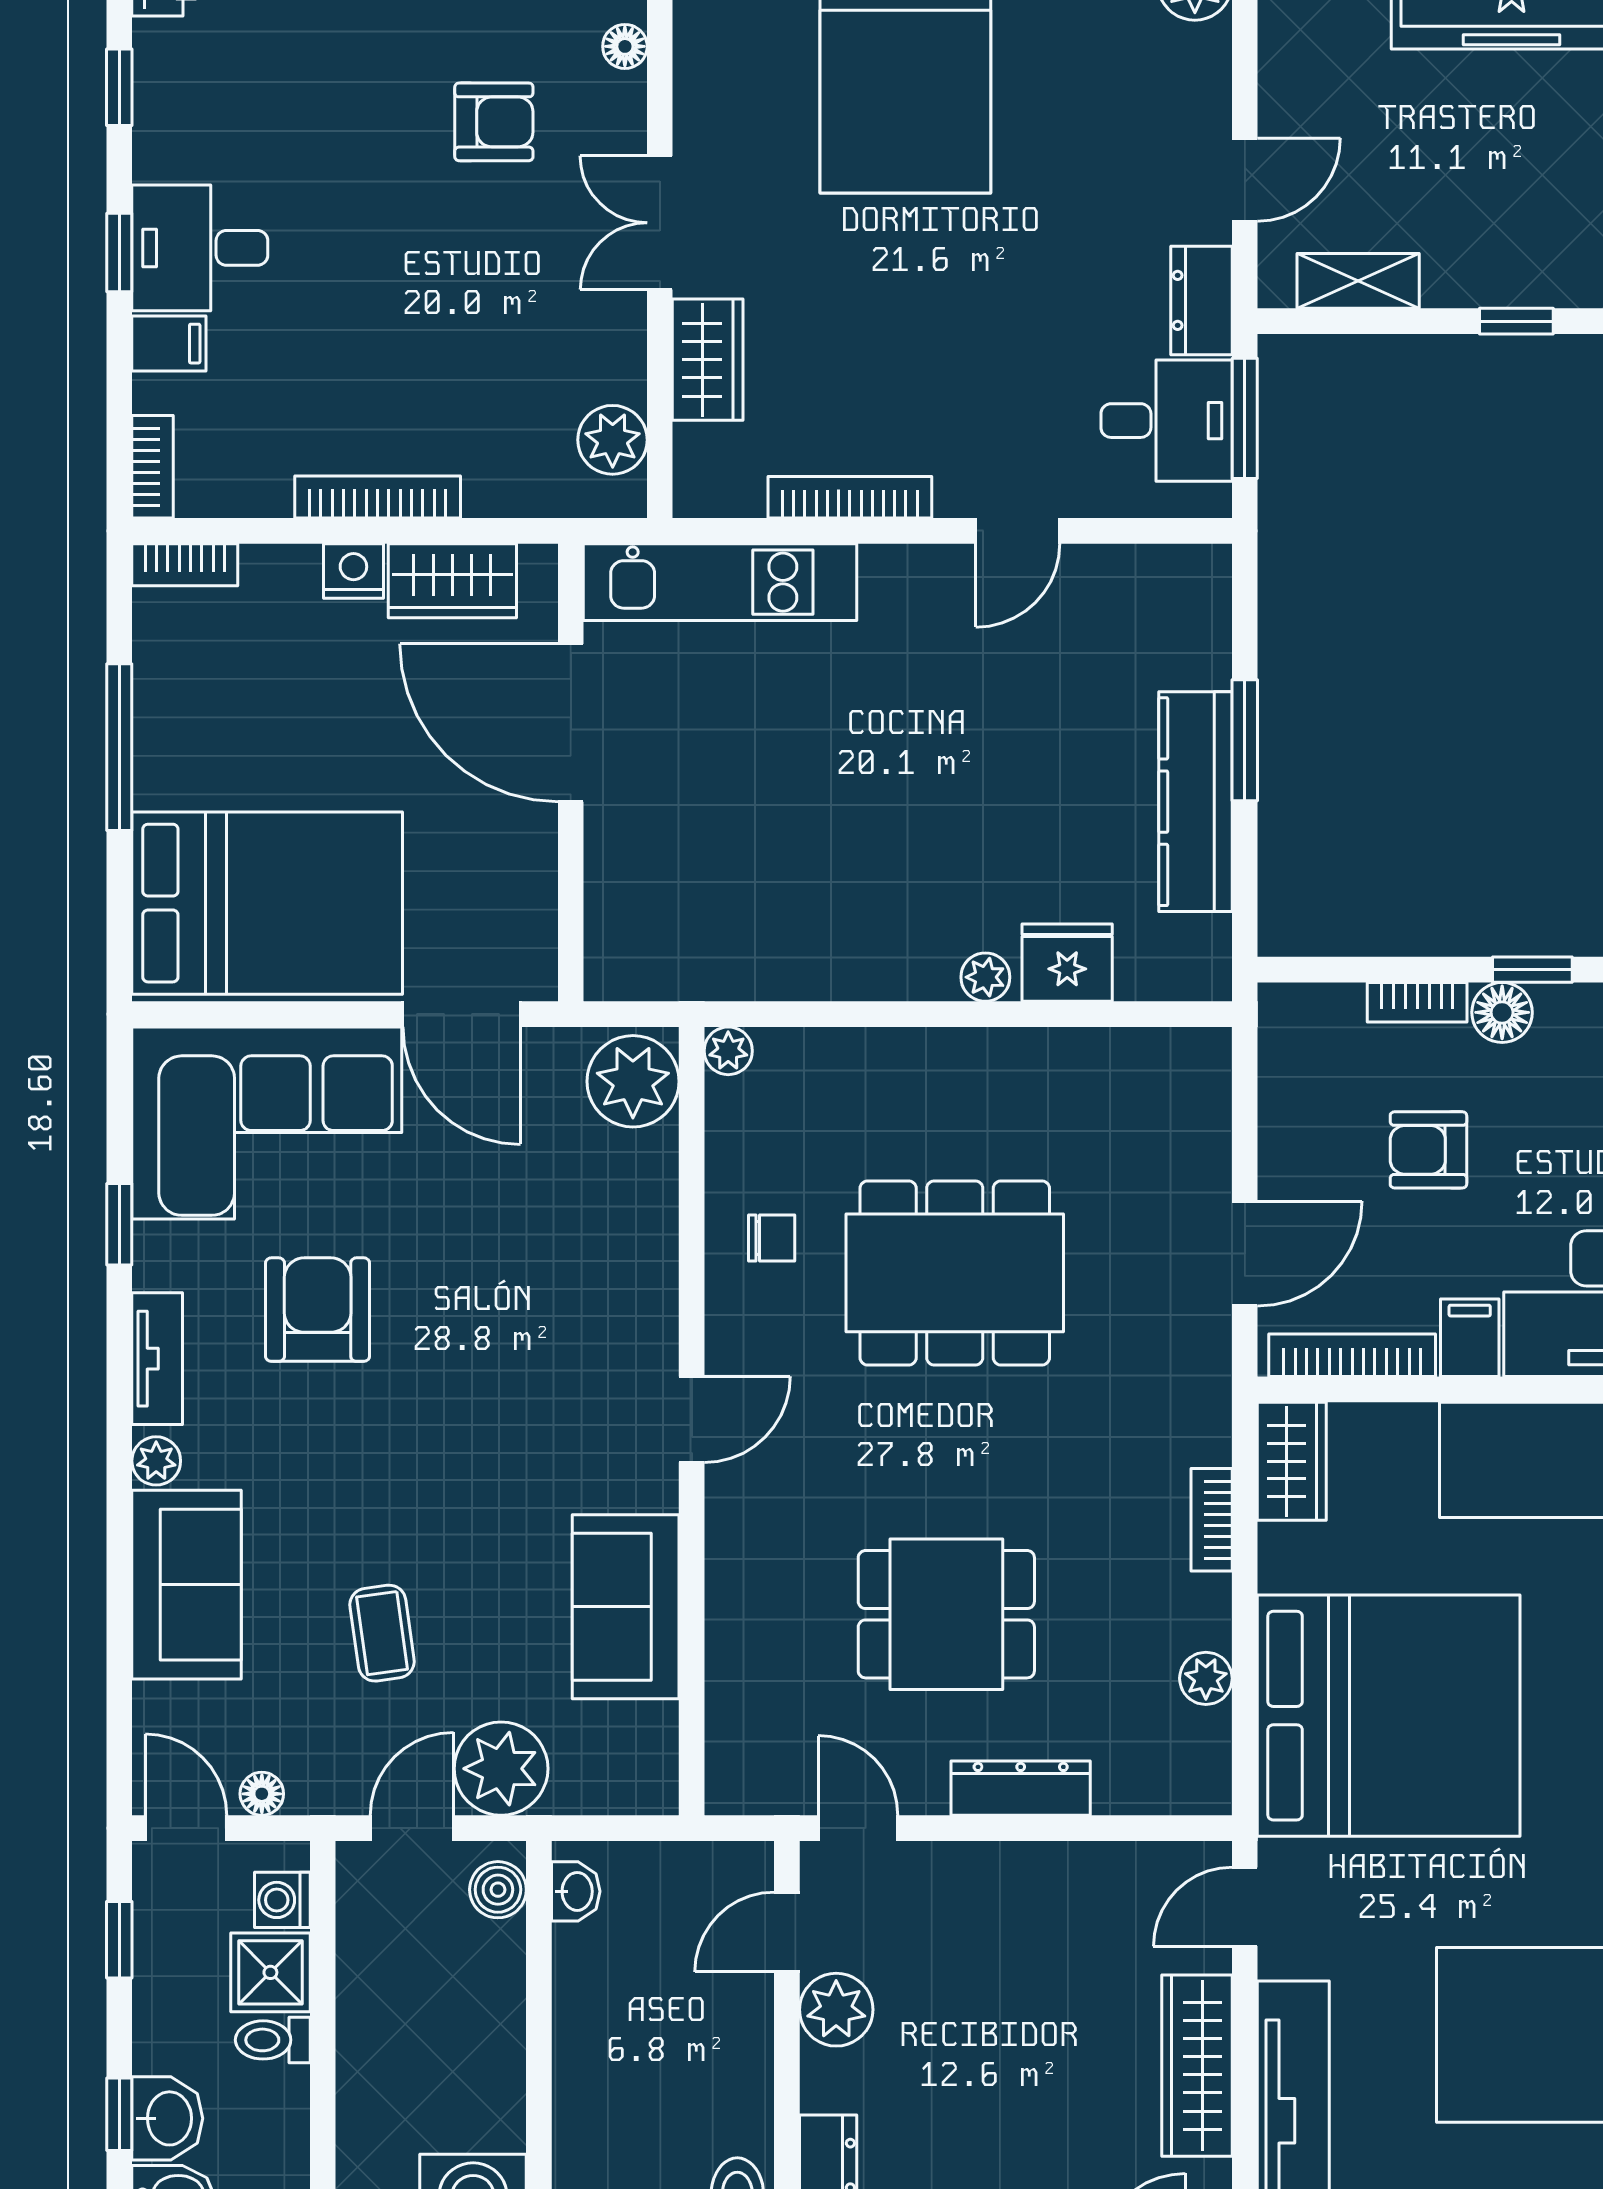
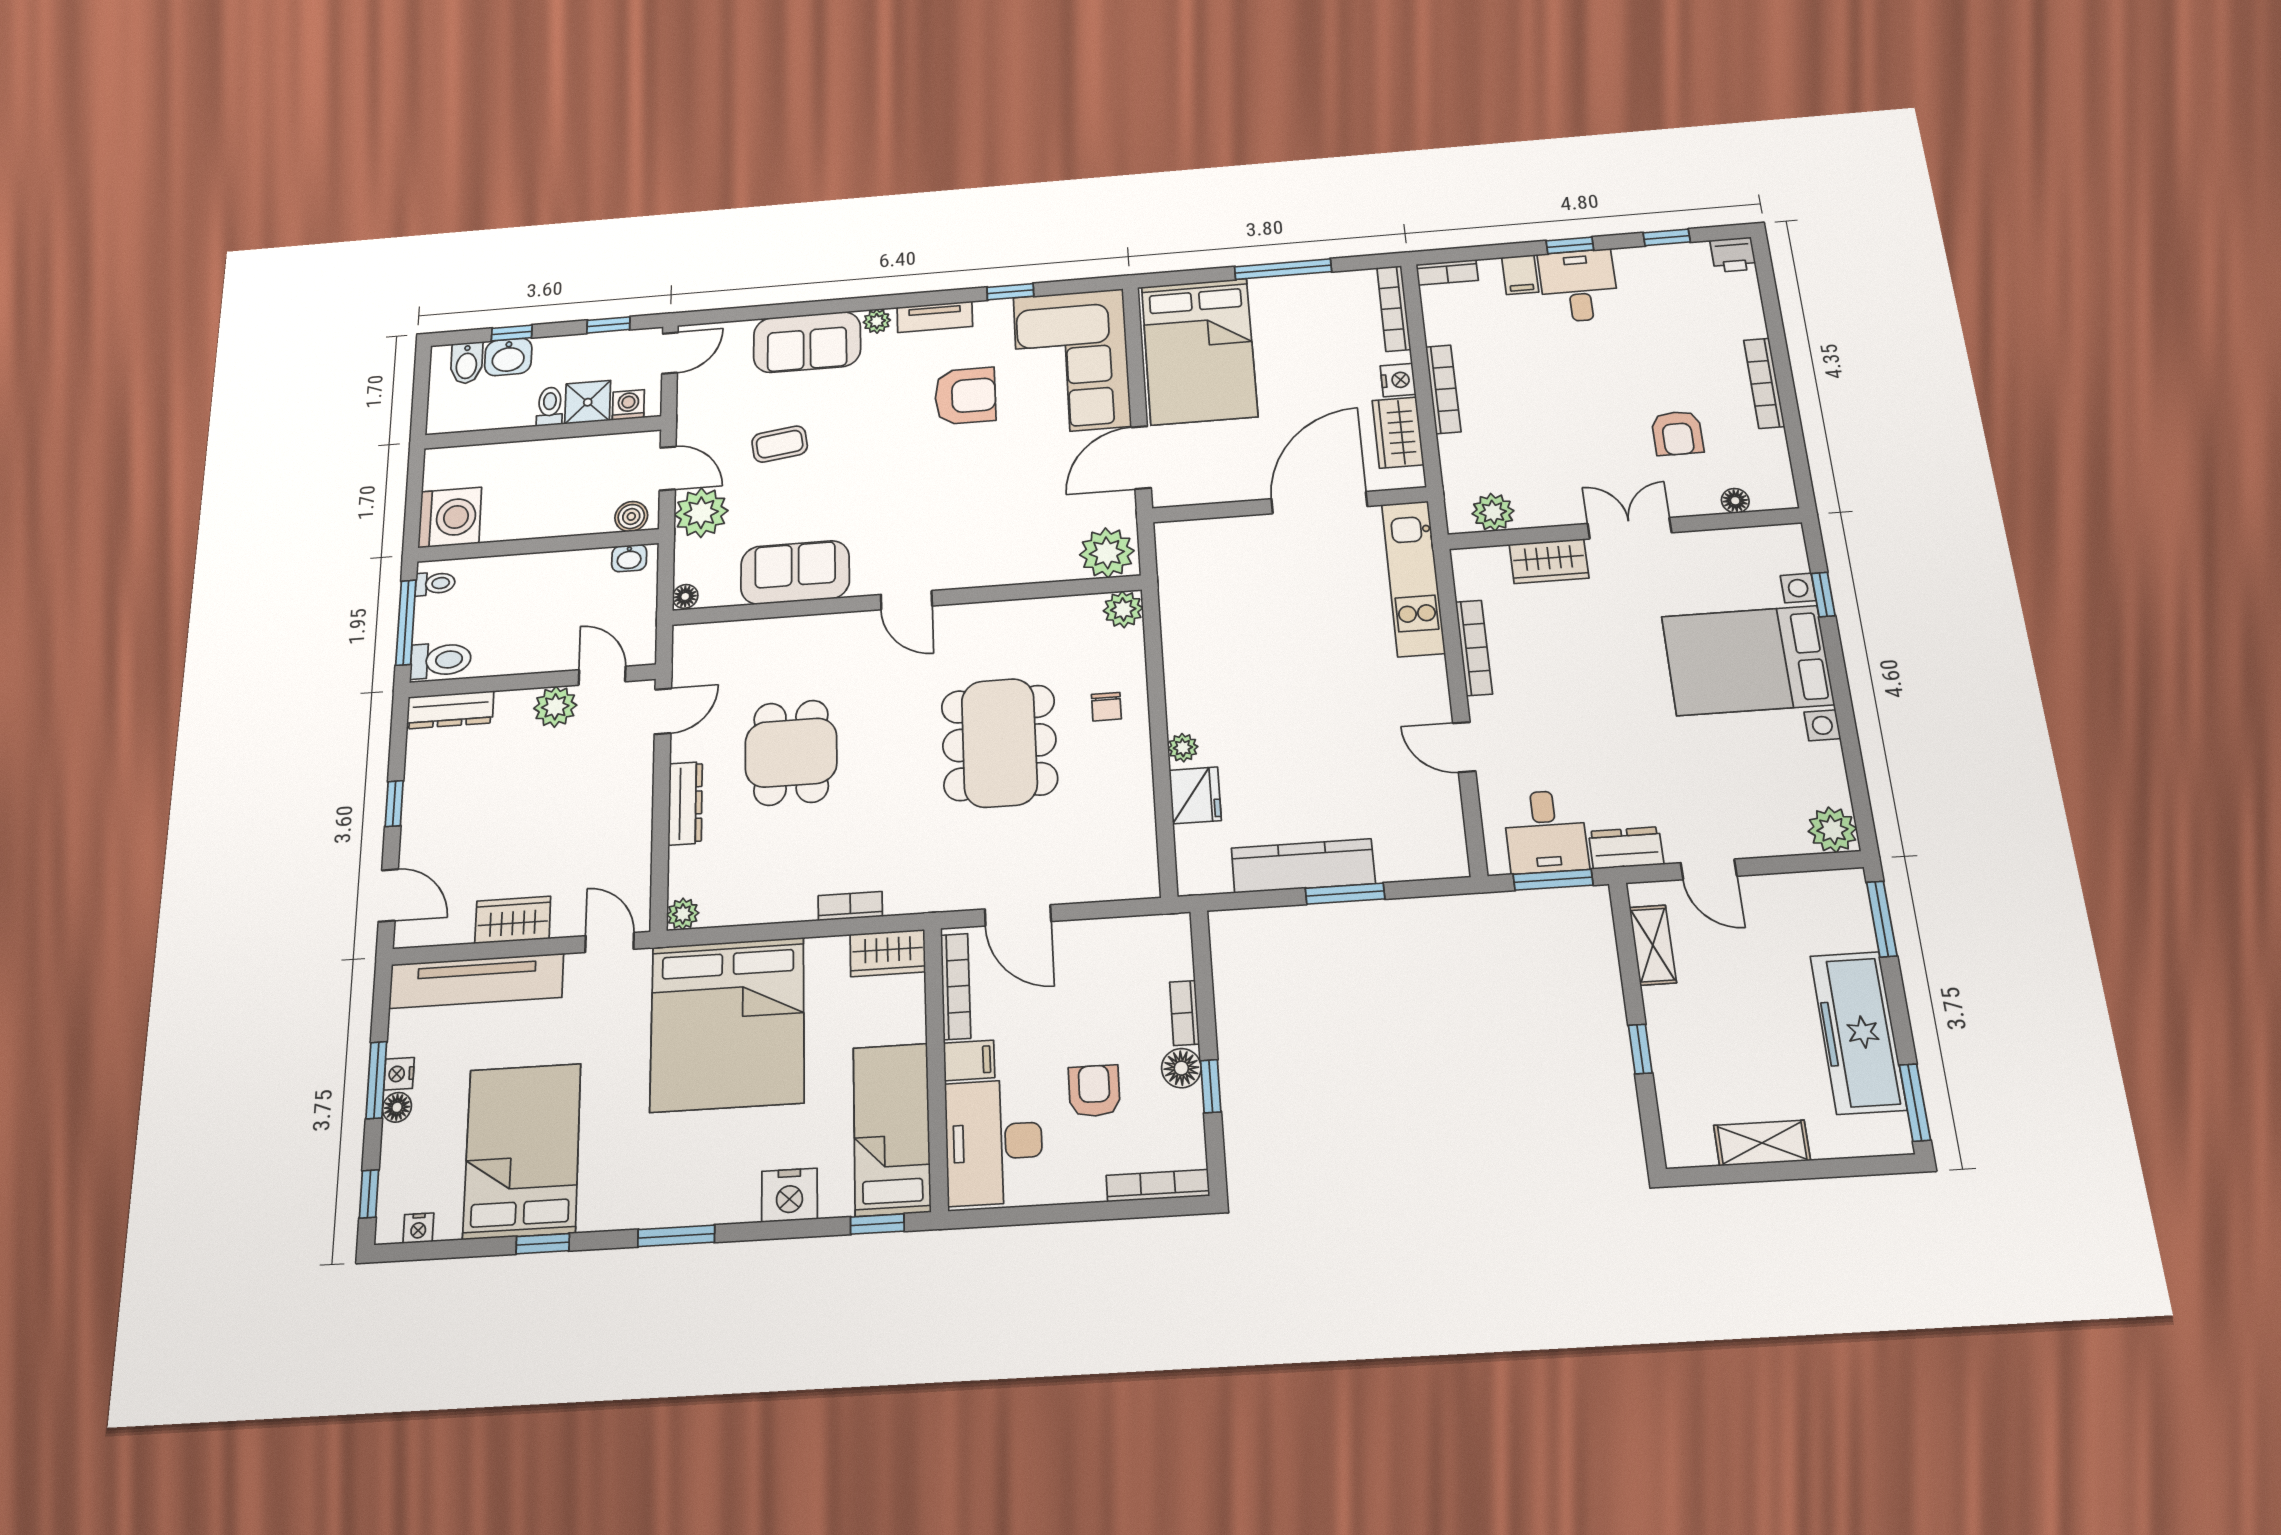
bookcase: (185, 565) -> (1394, 308), width x1.56
plant: (728, 1051) -> (1123, 609), width x1.38, depth x1.38
armchair: (1428, 1150) -> (1094, 1091), moved
chair: (772, 1238) -> (1106, 707), moved
plant: (1206, 1678) -> (683, 914), moved
floor lamp: (262, 1794) -> (685, 596), moved
wardrobe: (1197, 2066) -> (513, 920), width x0.67

